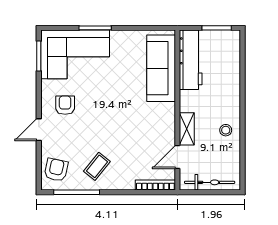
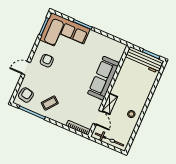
workbench: (191, 60) -> (144, 60), moved, turned 90
sofa: (161, 68) -> (104, 78), moved
door: (177, 157) -> (97, 117), swing flipped

